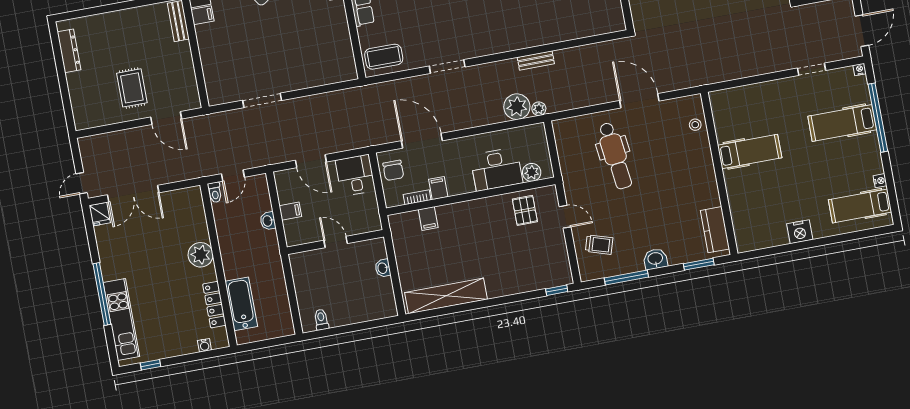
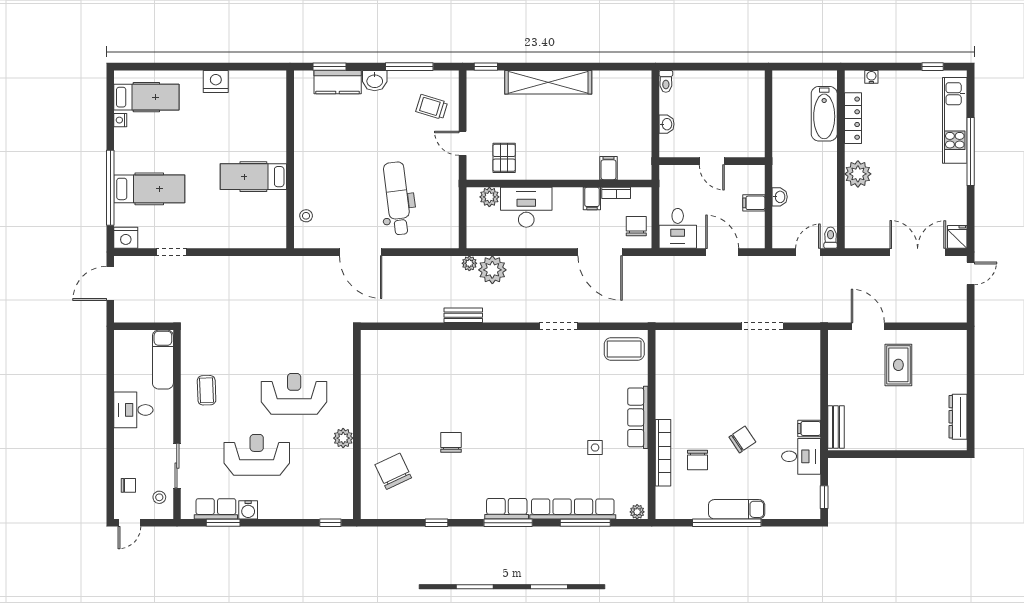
nightstand: (860, 69) -> (126, 238), width x1.89, depth x1.79
kitchen counter: (715, 230) -> (338, 82), moved, turned 90
shelving: (446, 296) -> (548, 82), moved
toilet: (321, 320) -> (666, 81), moved

